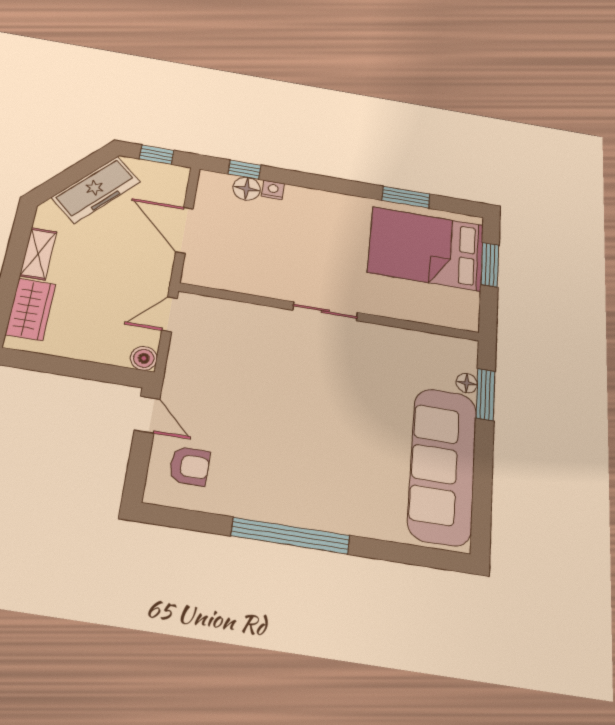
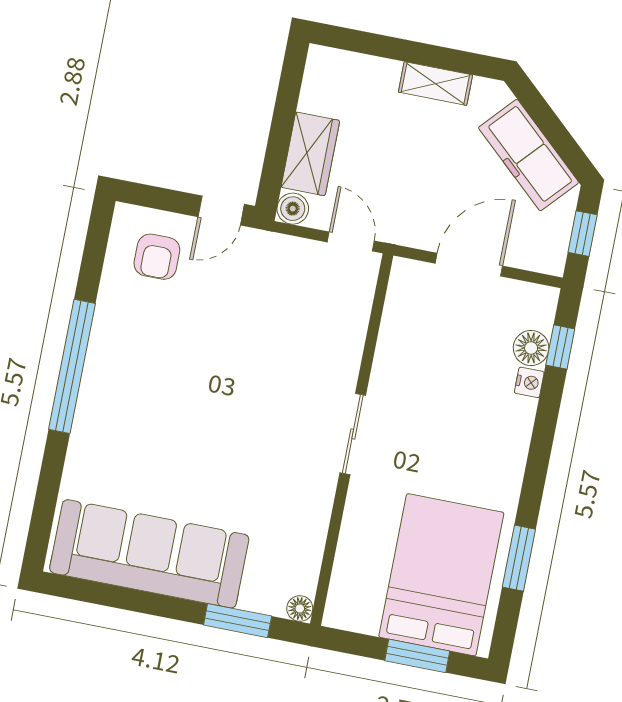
wardrobe: (31, 309) -> (310, 154), moved, turned -90
floor lamp: (467, 383) -> (300, 609), moved

